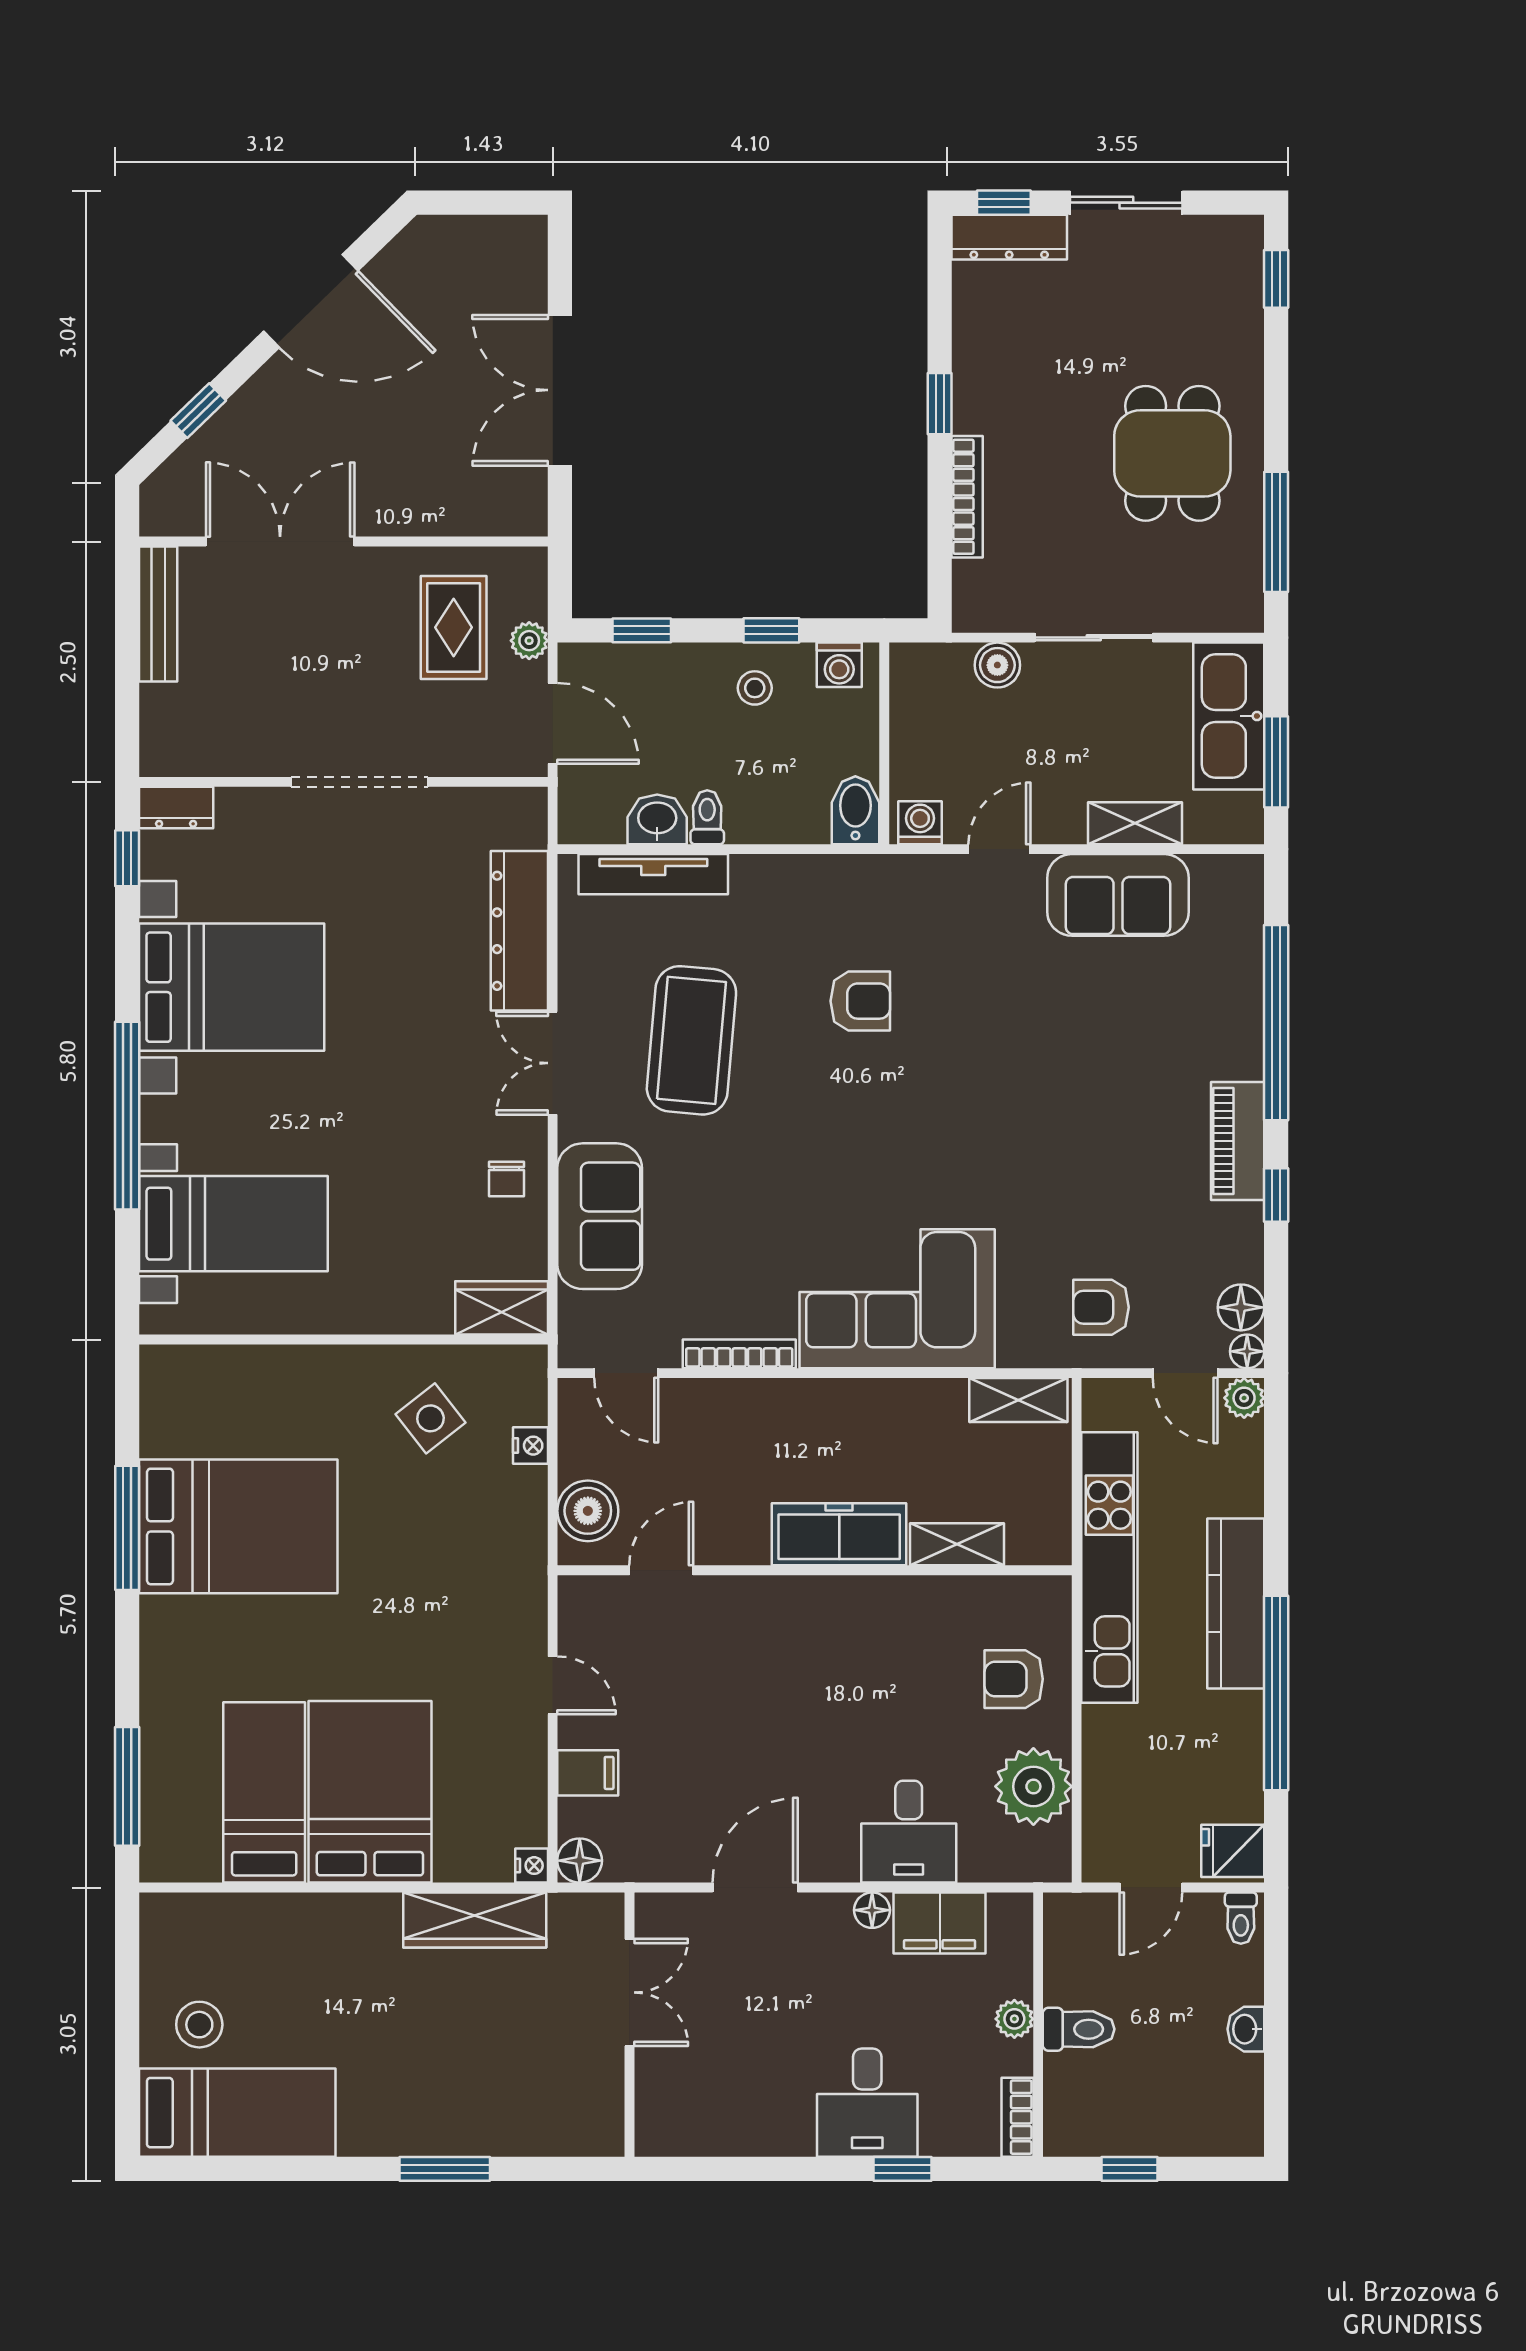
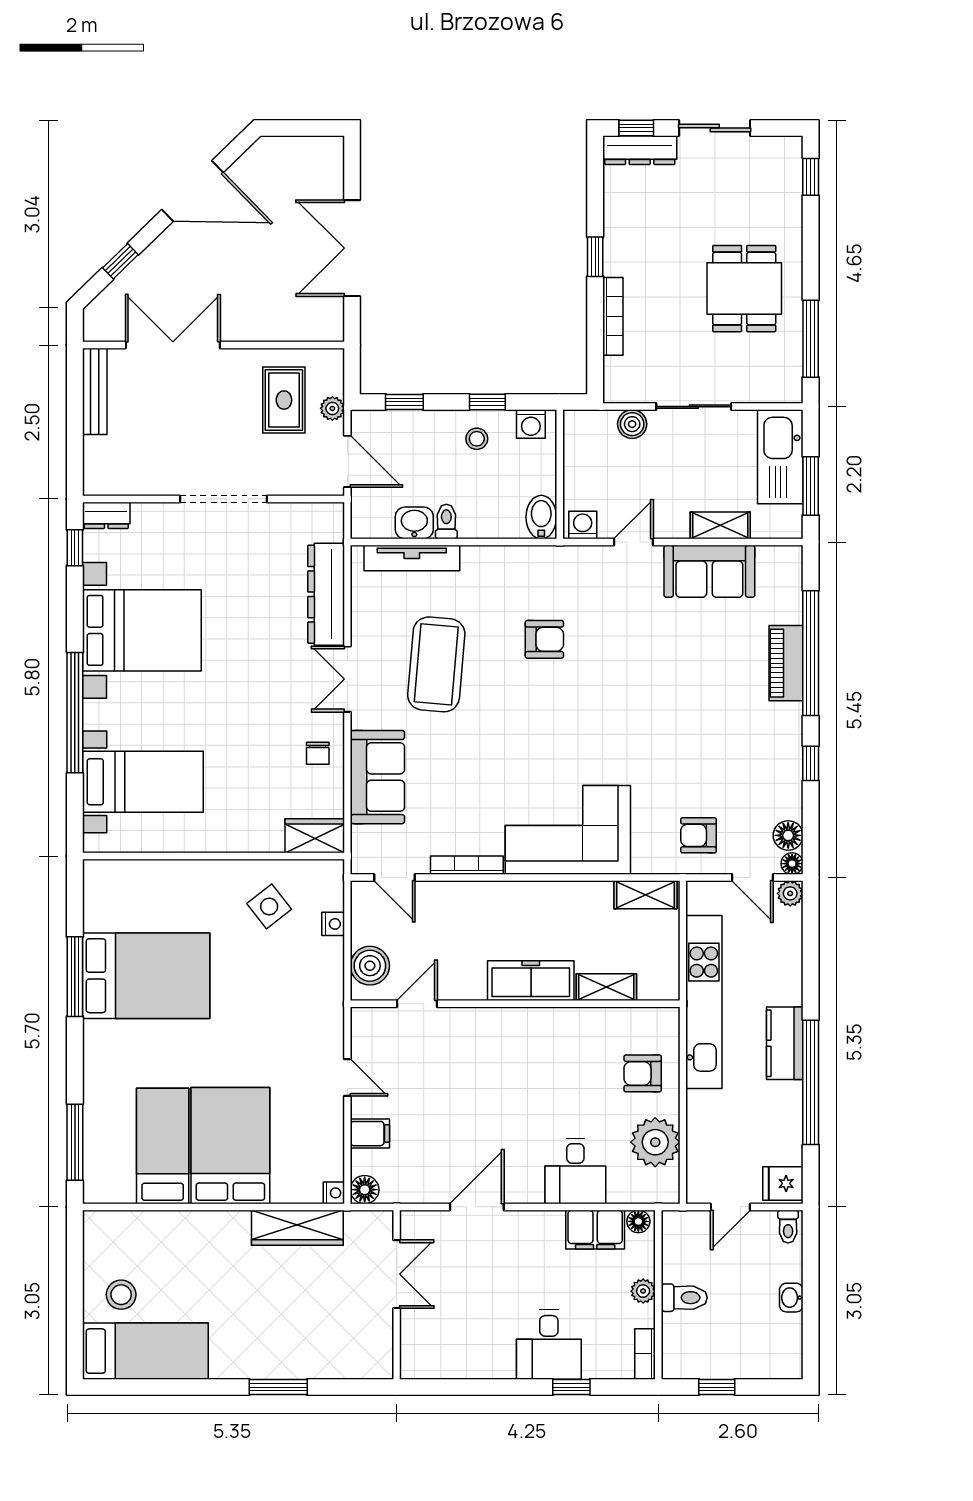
piano: (1238, 1141) -> (786, 663), moved
kitchen counter: (1236, 1604) -> (785, 1043), width x0.67
floor lamp: (872, 1910) -> (638, 1221), moved

